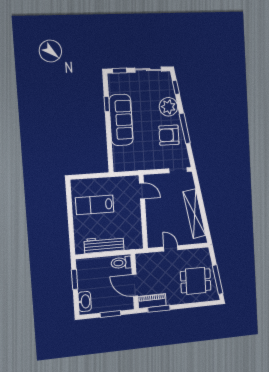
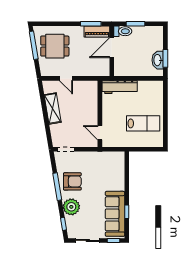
sofa: (121, 120) -> (115, 214), moved
shelving: (194, 214) -> (53, 108), width x0.68
workbench: (104, 245) -> (120, 87), moved
door: (171, 248) -> (66, 78), moved
toilet: (121, 263) -> (123, 31), moved
door: (135, 285) -> (112, 48), swing flipped
washbasin: (85, 301) -> (158, 60), moved

